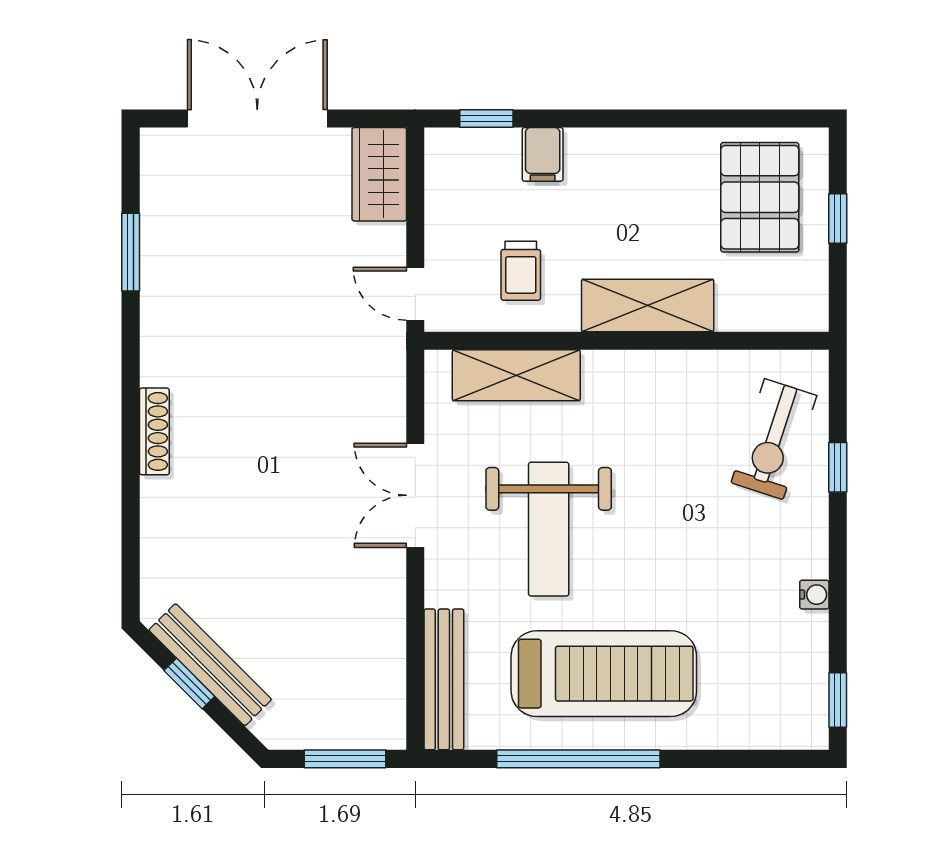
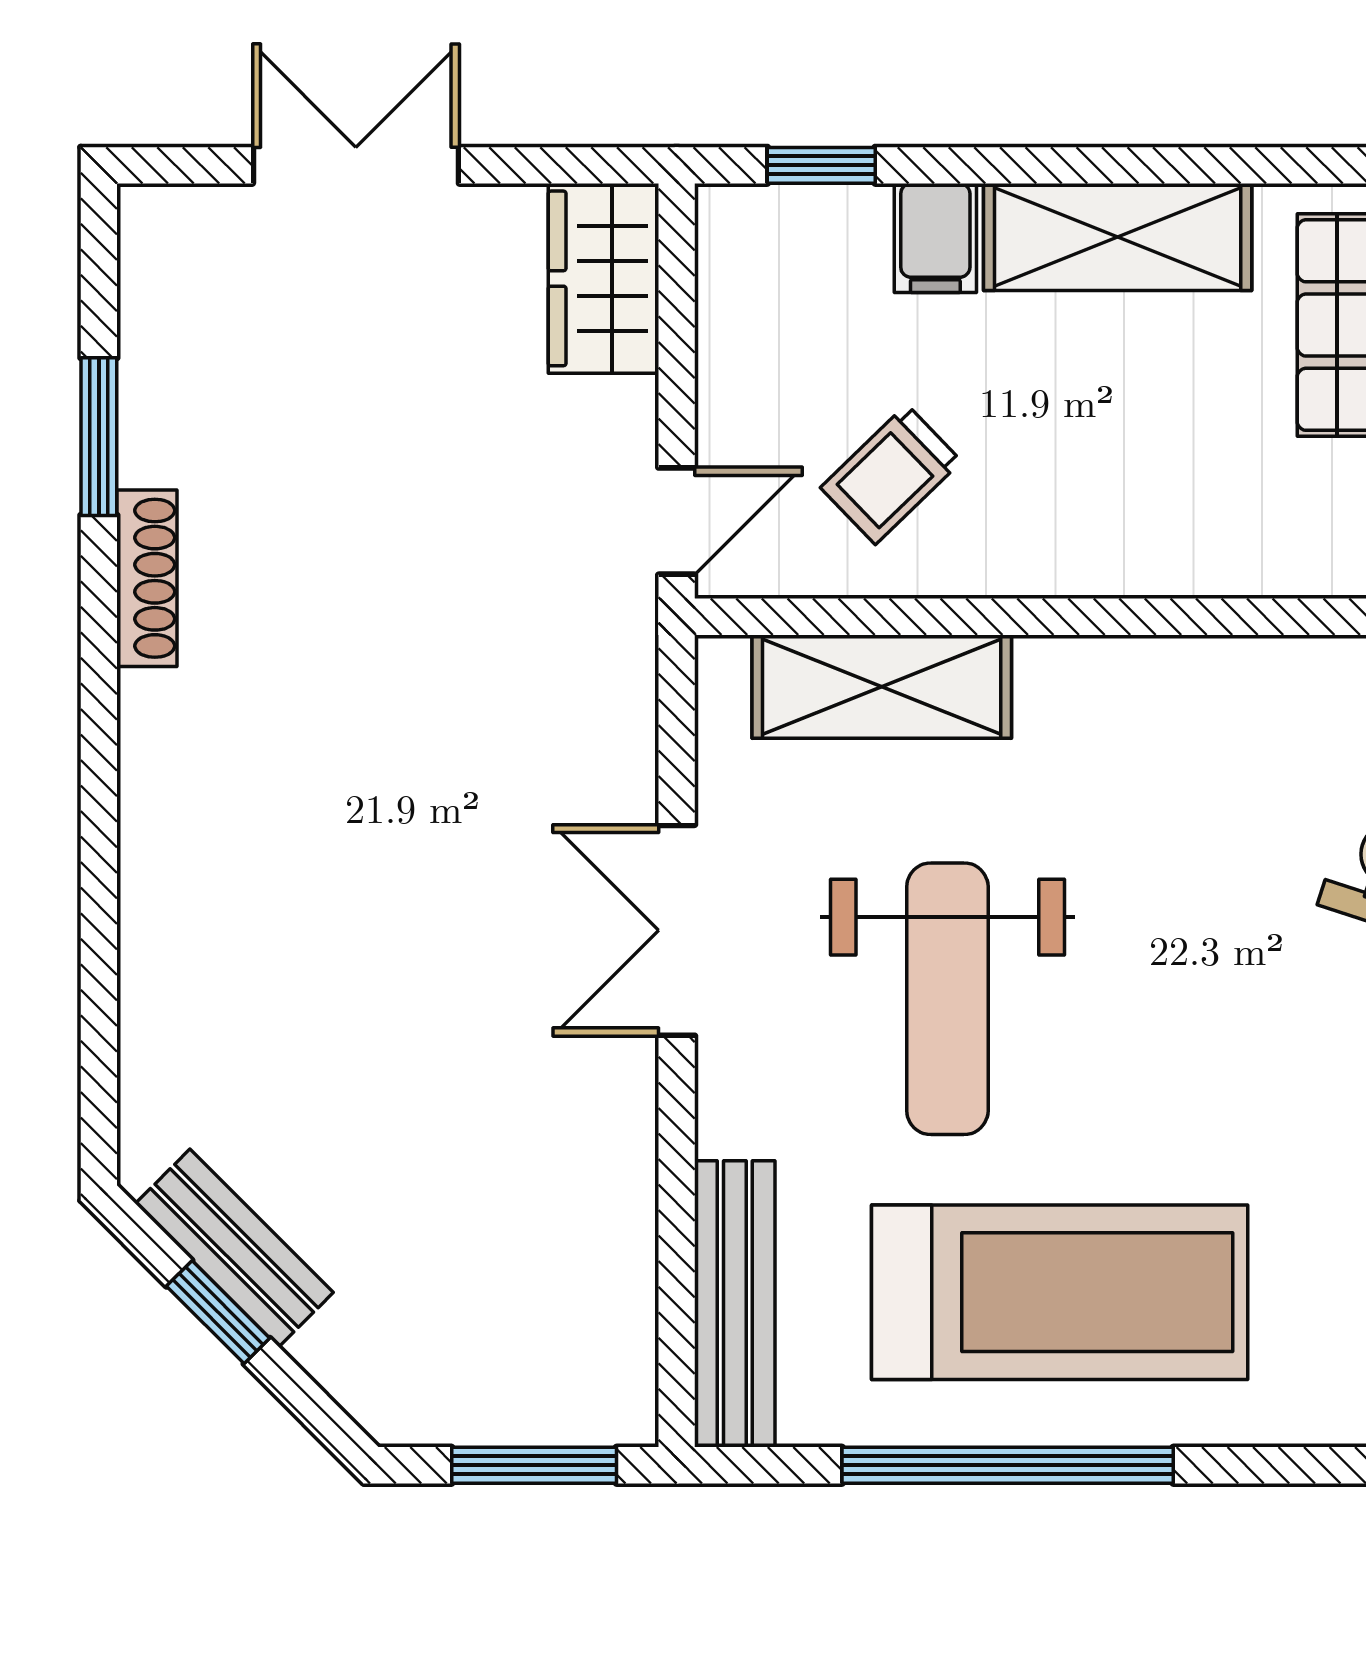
double door: (257, 119) -> (356, 165), width x0.73
trolley: (521, 271) -> (891, 474), turned 46
door: (415, 294) -> (677, 521), swing flipped
shelving: (648, 306) -> (1118, 237), moved
shoe rack: (154, 431) -> (147, 578), moved
bench: (210, 665) -> (234, 1248), width x0.73

